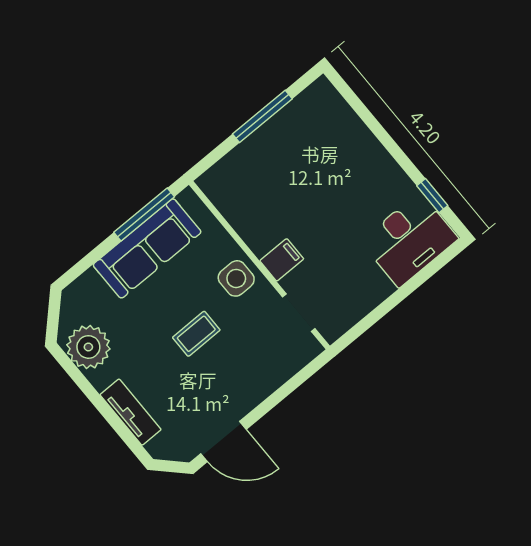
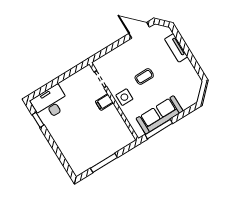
plant: (88, 347) -> (190, 77), removed

